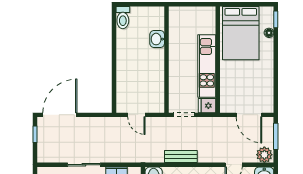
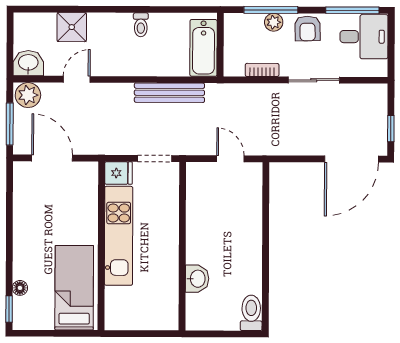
bed: (241, 33) -> (74, 288), width x0.67
bench: (181, 156) -> (169, 93), width x1.36

